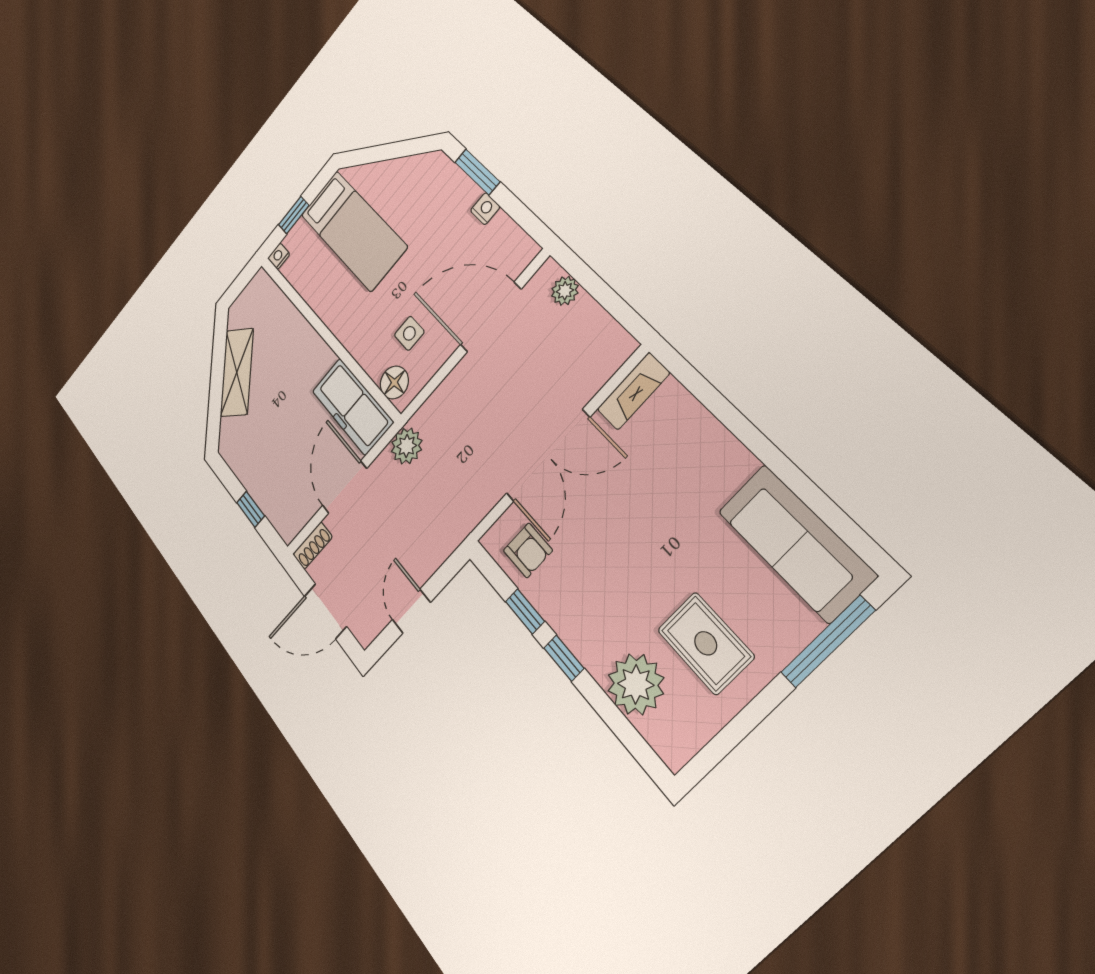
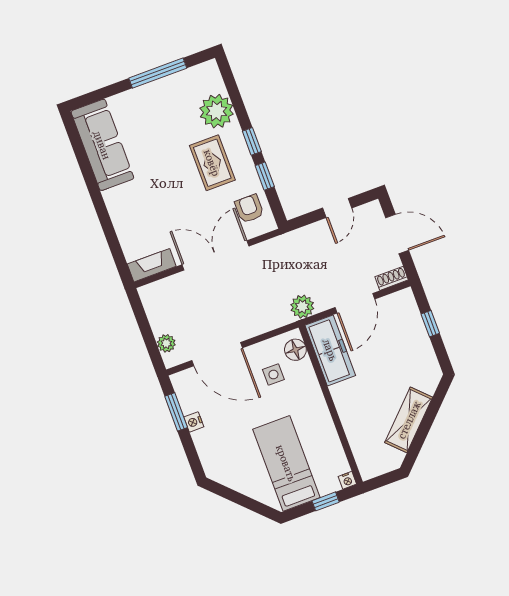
window: (477, 172) -> (176, 412), moved
window: (828, 642) -> (158, 73), moved
rug: (706, 643) -> (212, 163), moved

